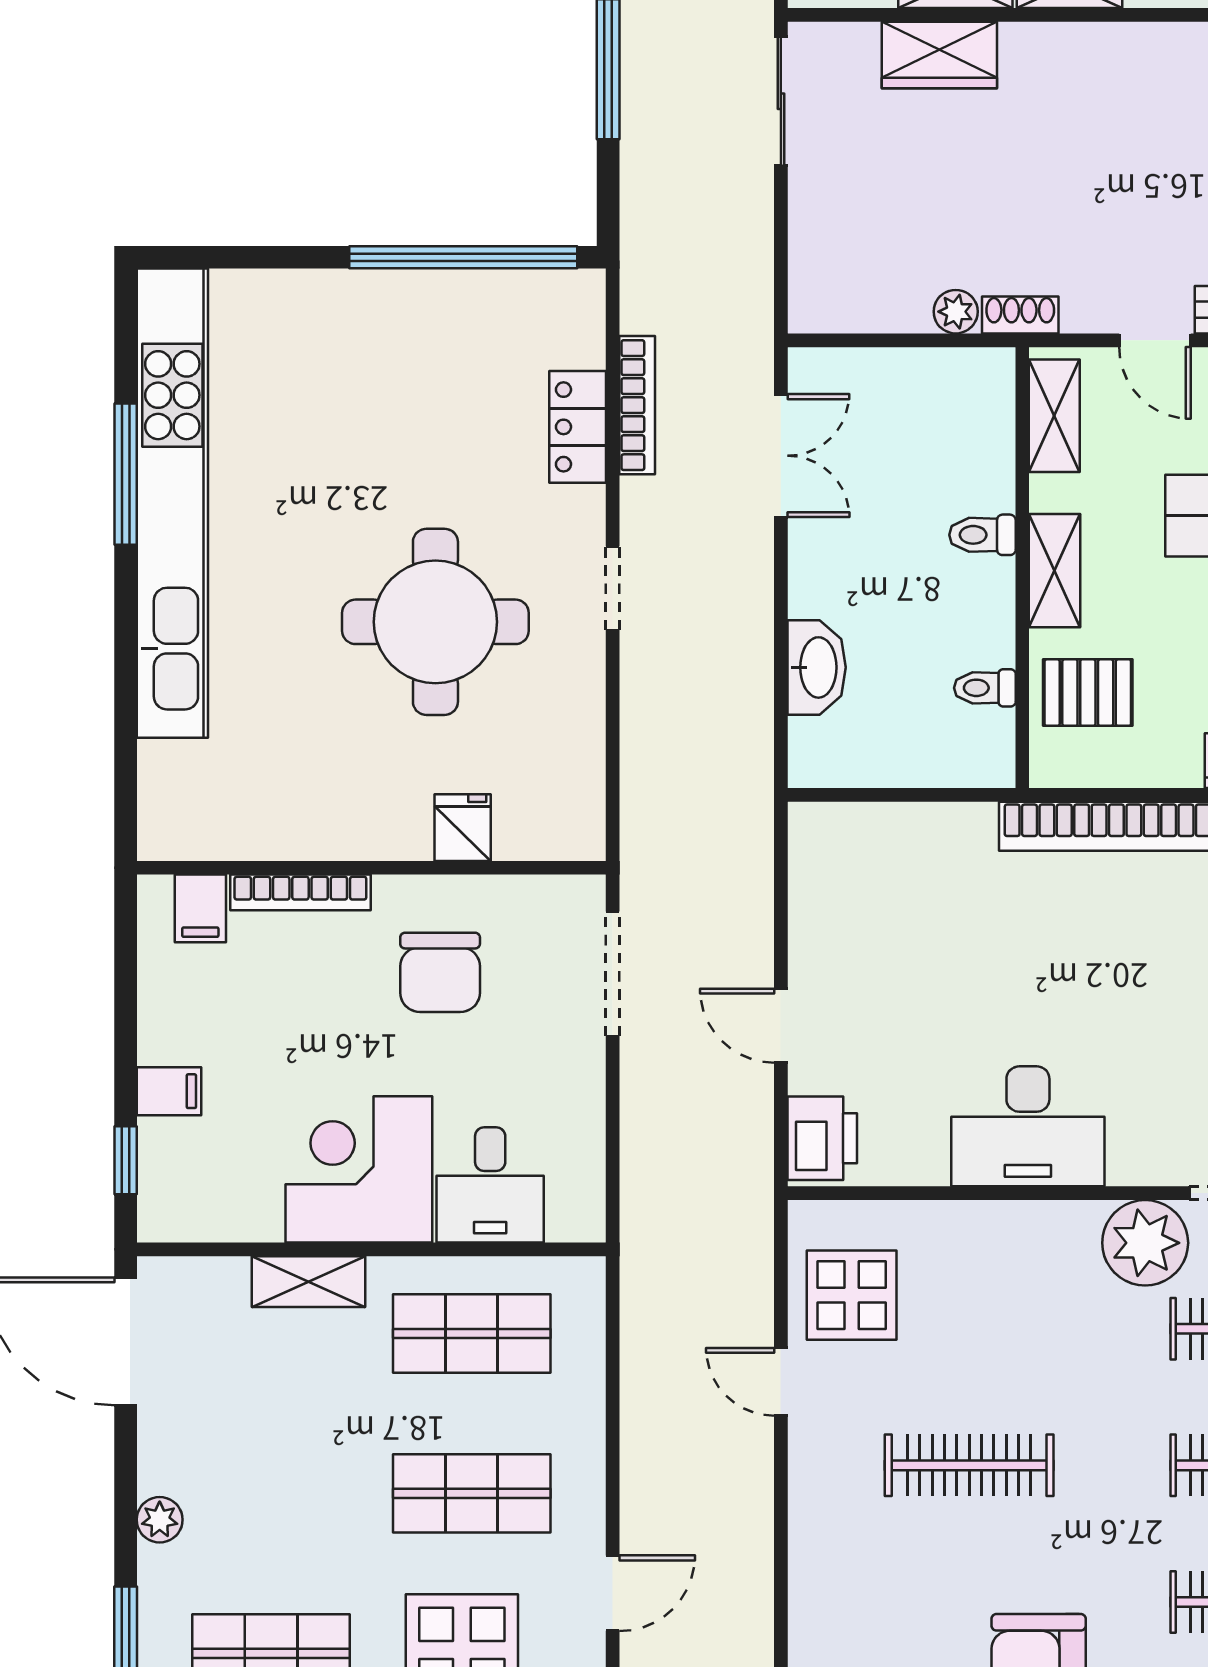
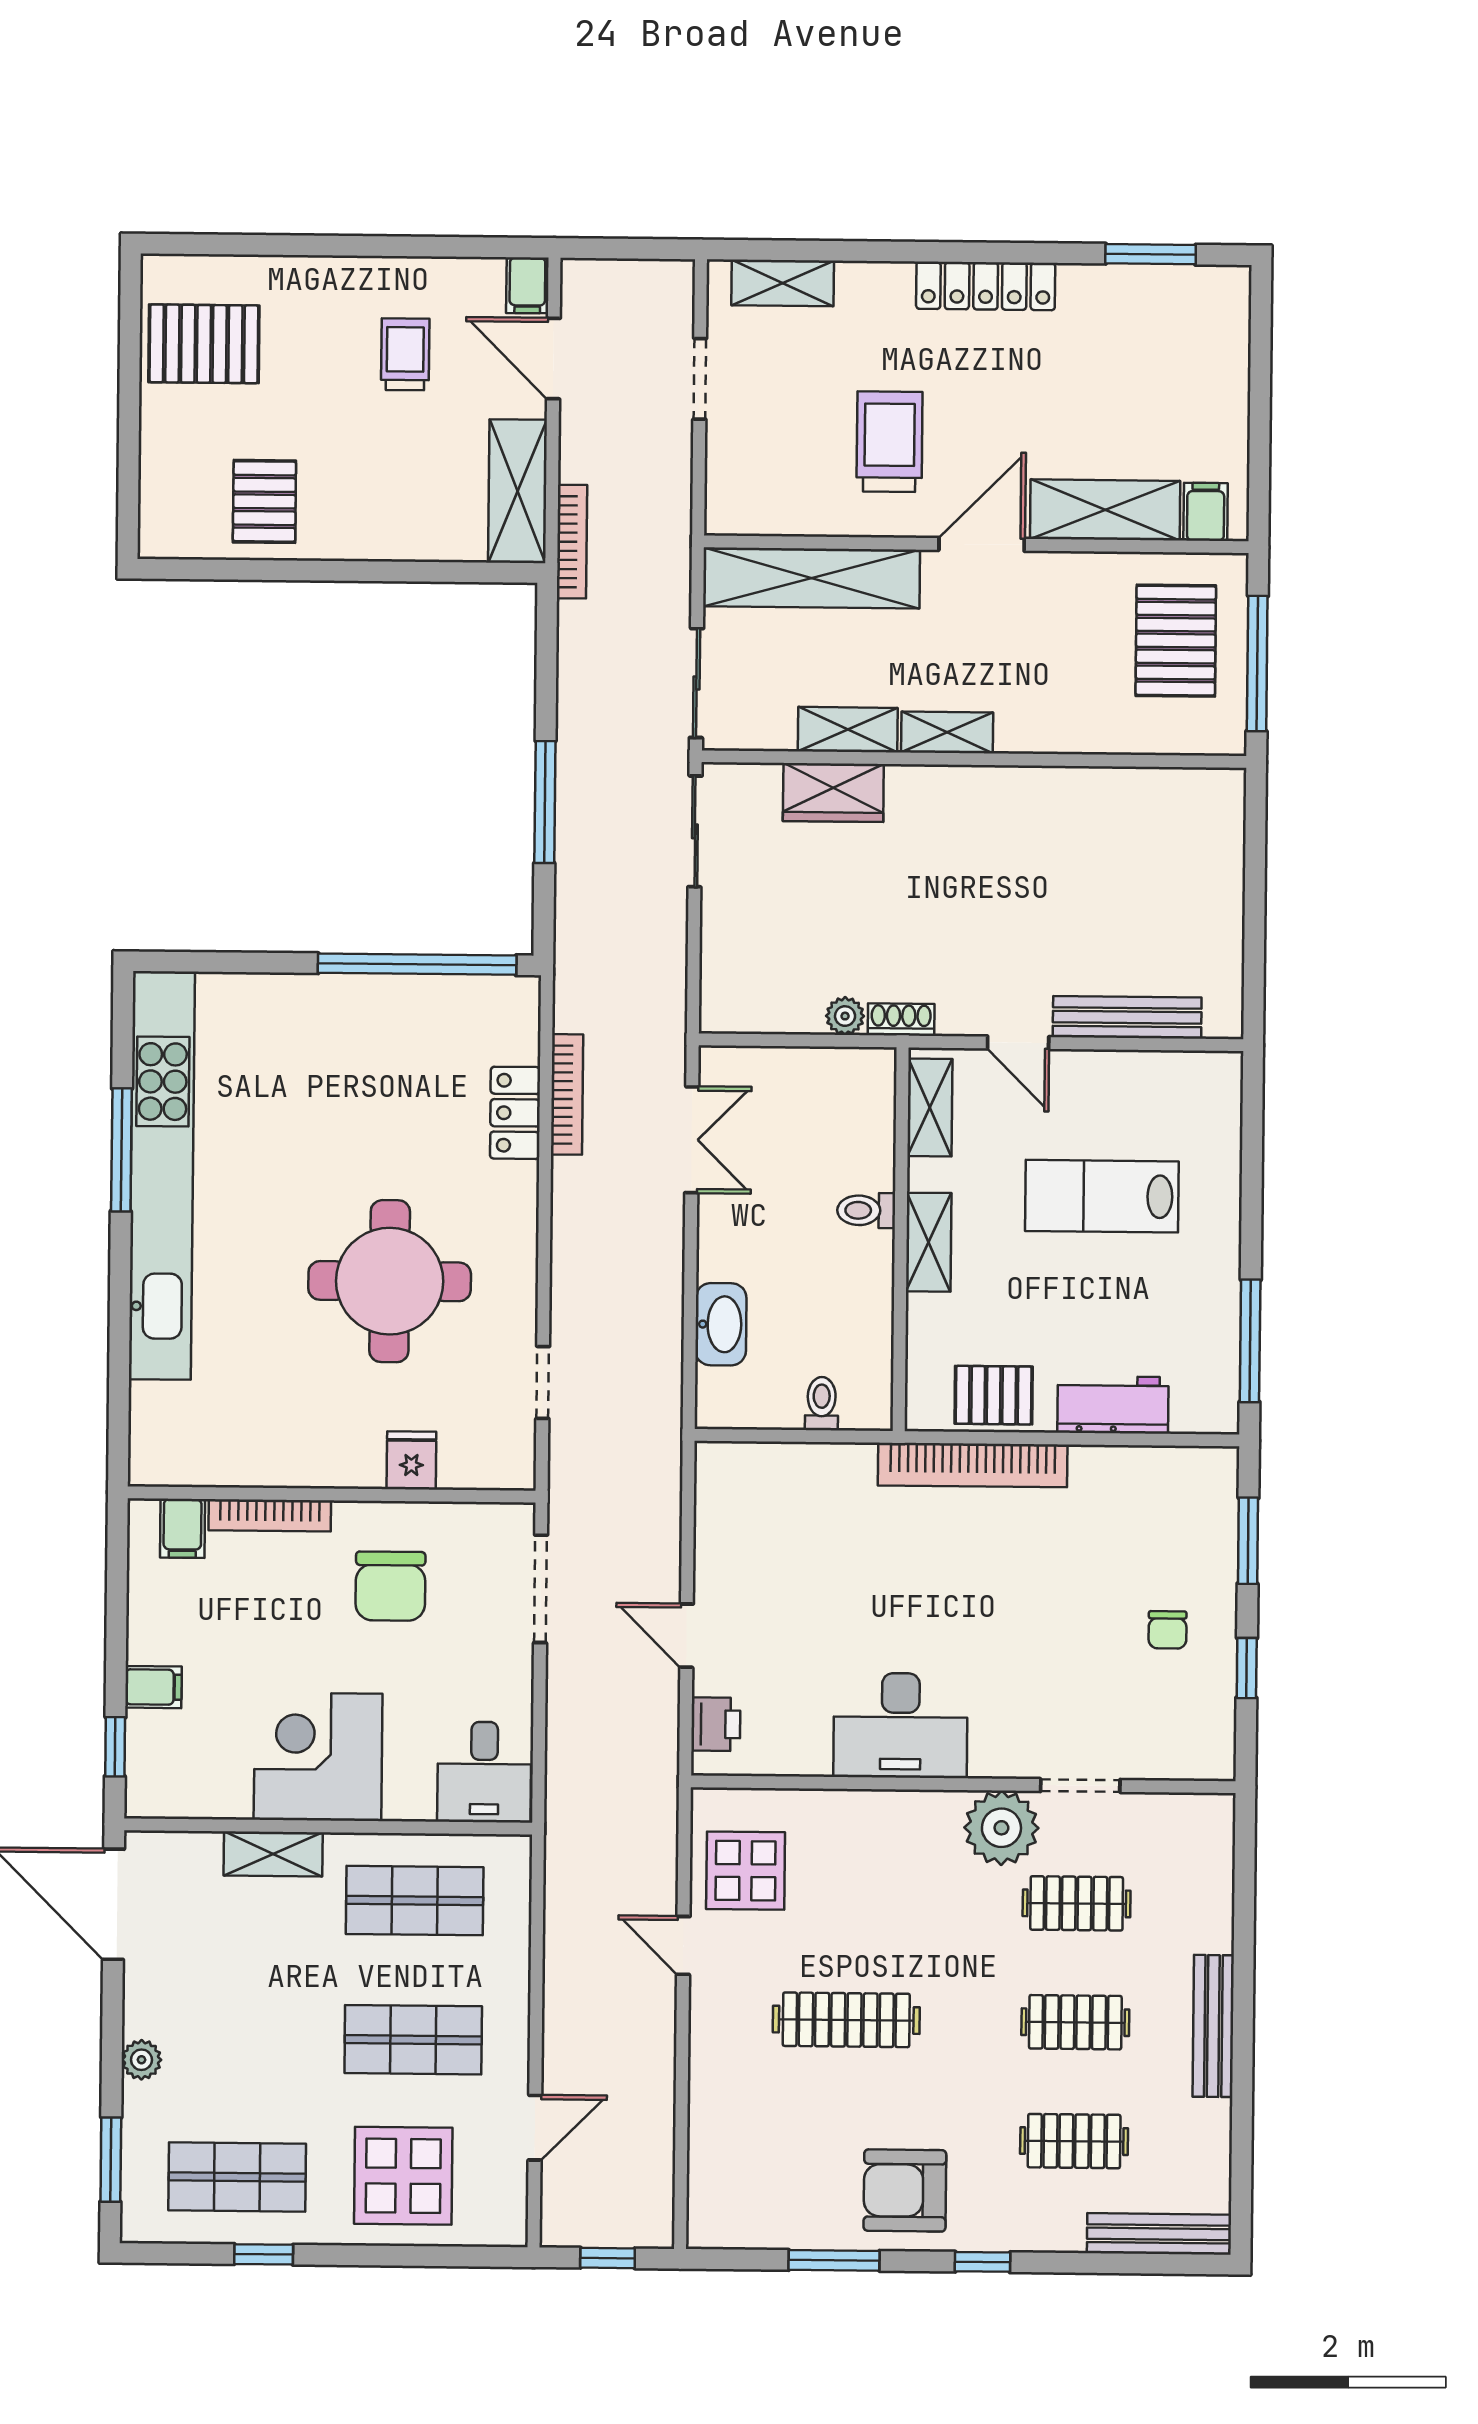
doorway: (613, 588) -> (543, 1382), moved
toilet: (985, 688) -> (822, 1404), moved, turned 90
pallet: (1088, 693) -> (994, 1395), moved
printer: (822, 1138) -> (716, 1724), width x0.73, depth x0.81
desk: (490, 1185) -> (484, 1772), moved

